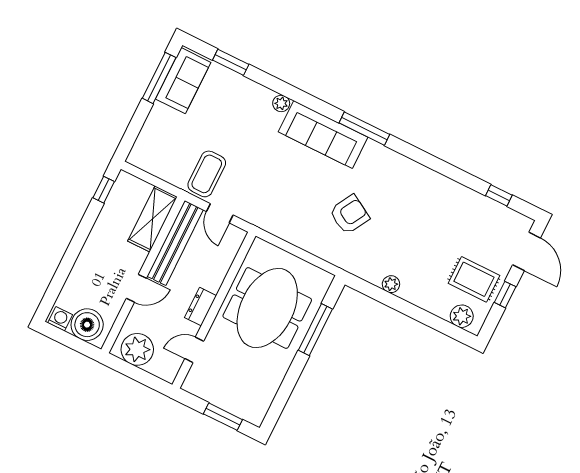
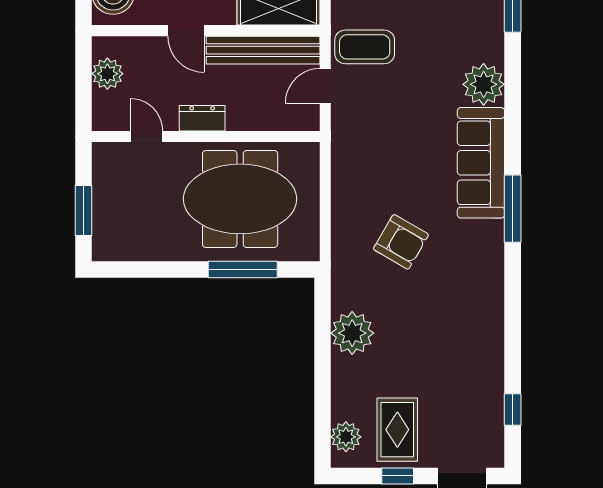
plant: (281, 103) -> (484, 84), width x1.88, depth x1.88
plant: (391, 284) -> (352, 333), width x1.88, depth x1.88
plant: (137, 349) -> (107, 74), width x0.73, depth x0.73

